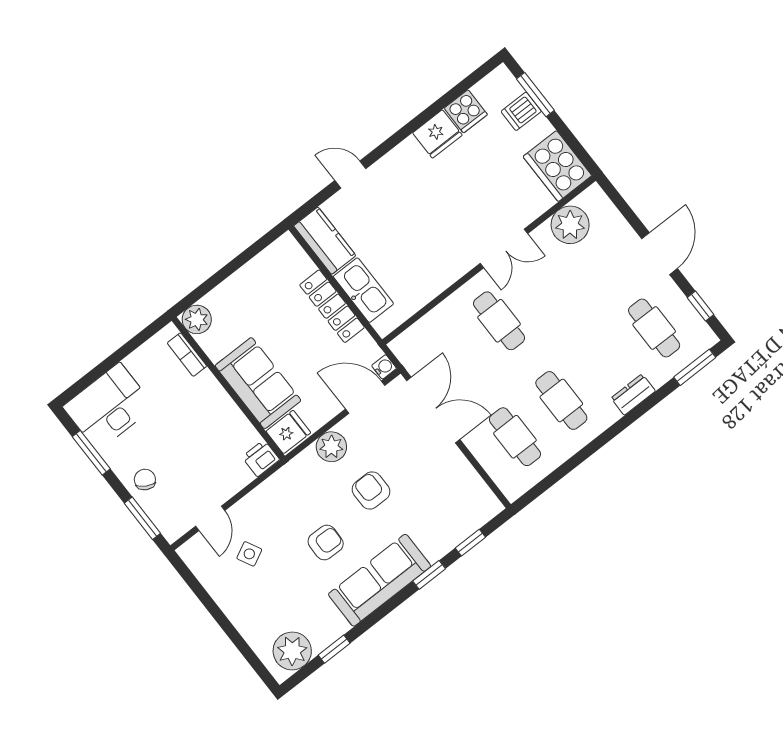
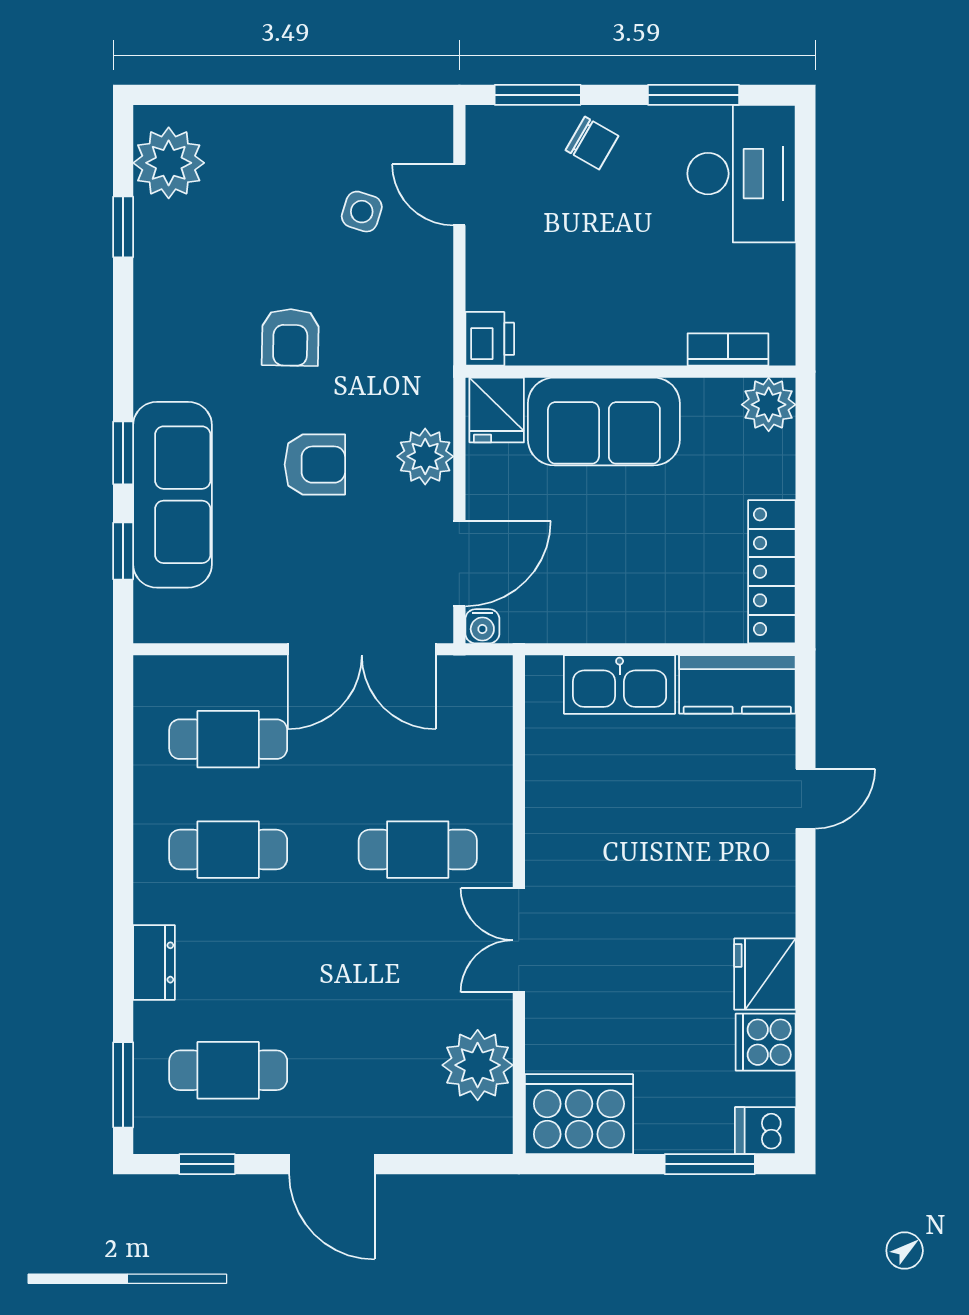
dishwasher: (521, 111) -> (765, 1131), moved, turned -90
locker: (332, 306) -> (772, 572), moved, turned -90
side table: (249, 554) -> (362, 212), turned 45
sofa: (379, 580) -> (172, 495), moved

